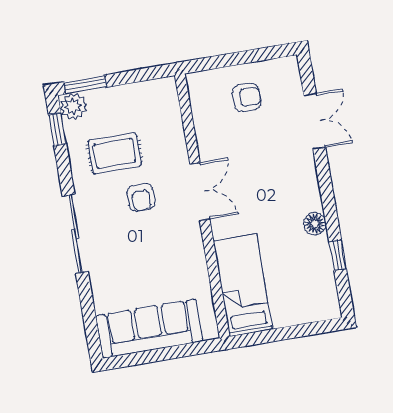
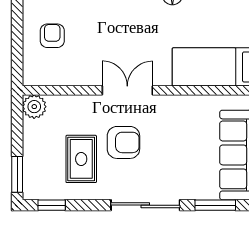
plant: (73, 106) -> (34, 107), moved
armchair: (141, 197) -> (123, 142), width x1.38, depth x1.38
window: (89, 312) -> (215, 205), added

